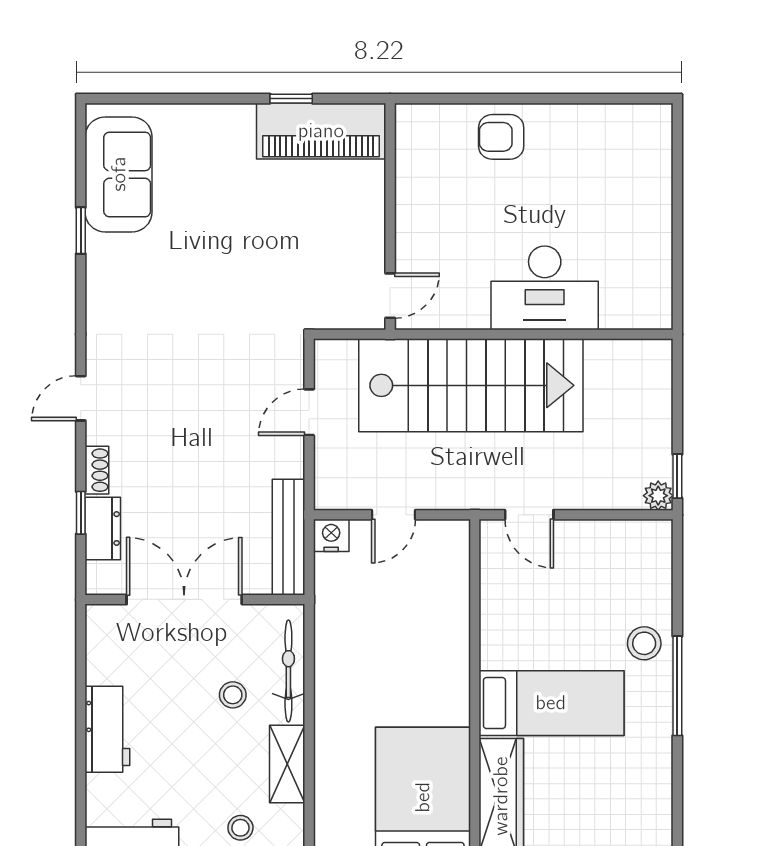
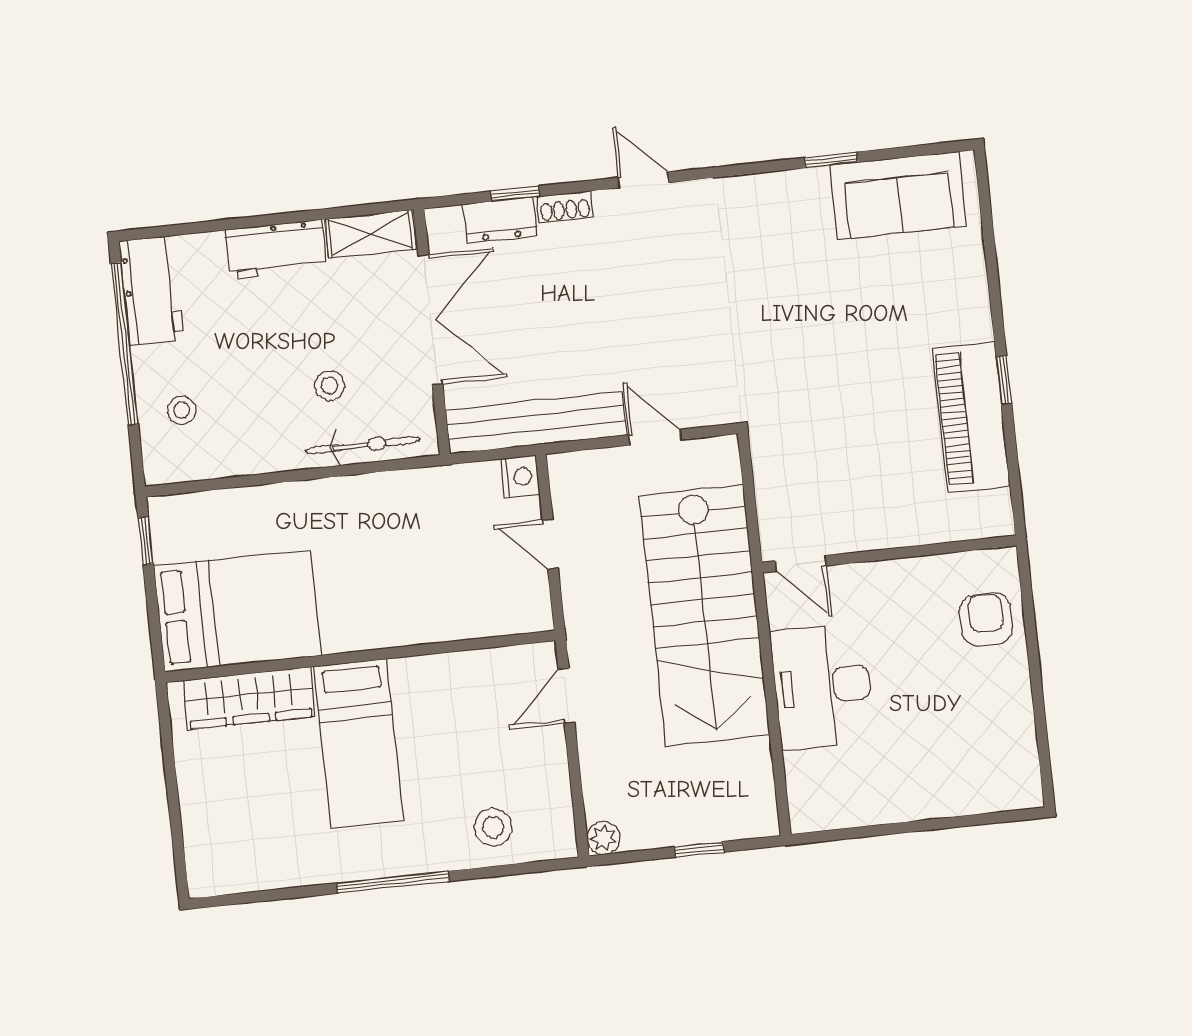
wall: (390, 216) -> (889, 554), moved
door: (390, 296) -> (801, 563), moved
window: (677, 476) -> (699, 849), moved
bench: (288, 537) -> (536, 423), width x1.37, depth x1.21
stool: (644, 643) -> (493, 827), moved
shelving: (287, 764) -> (370, 234), moved

